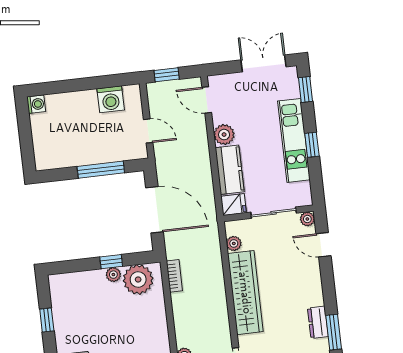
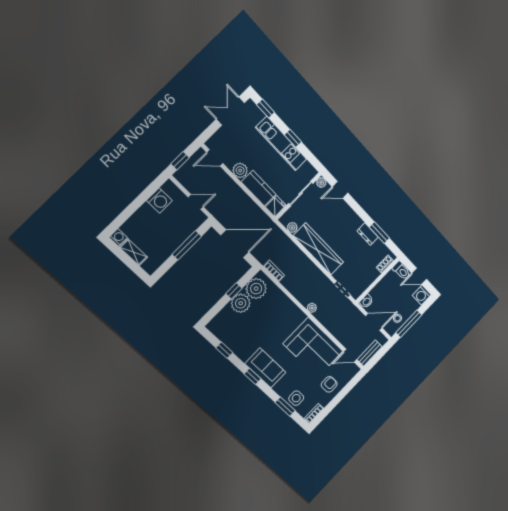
shelving: (39, 132) -> (133, 252), added
plant: (113, 275) -> (241, 303), width x1.88, depth x1.88

